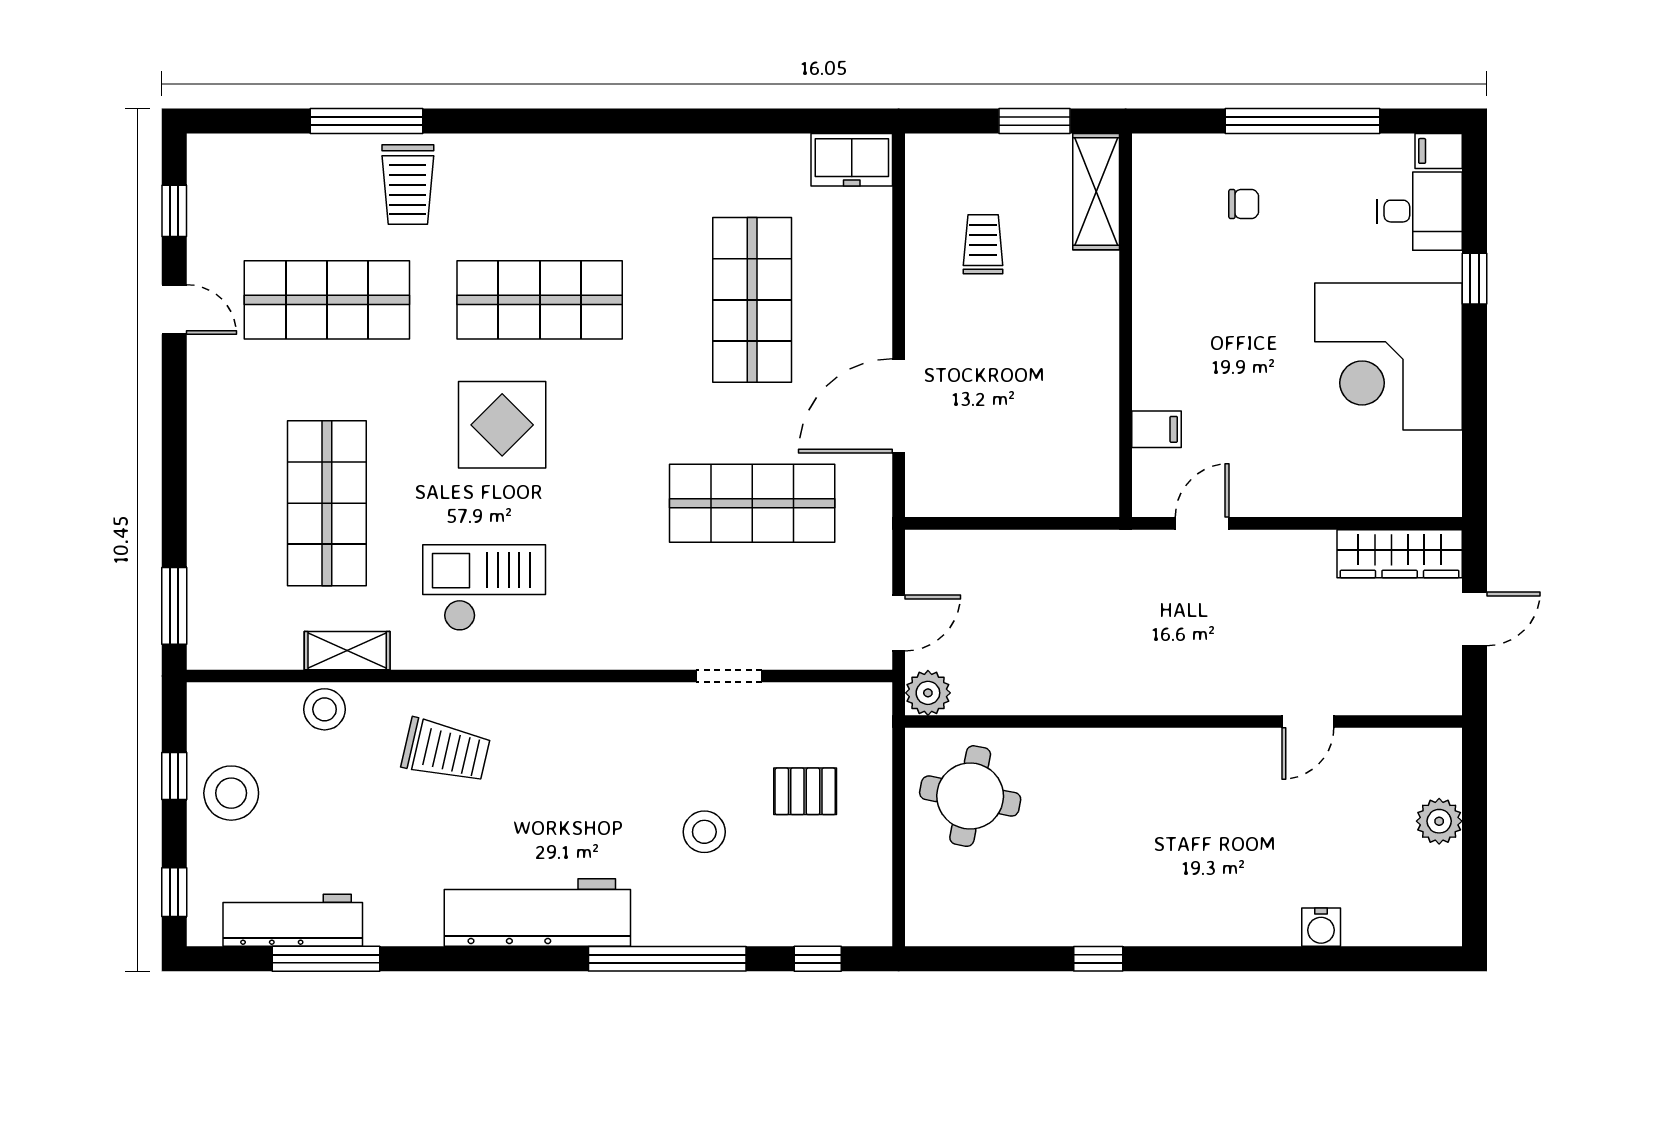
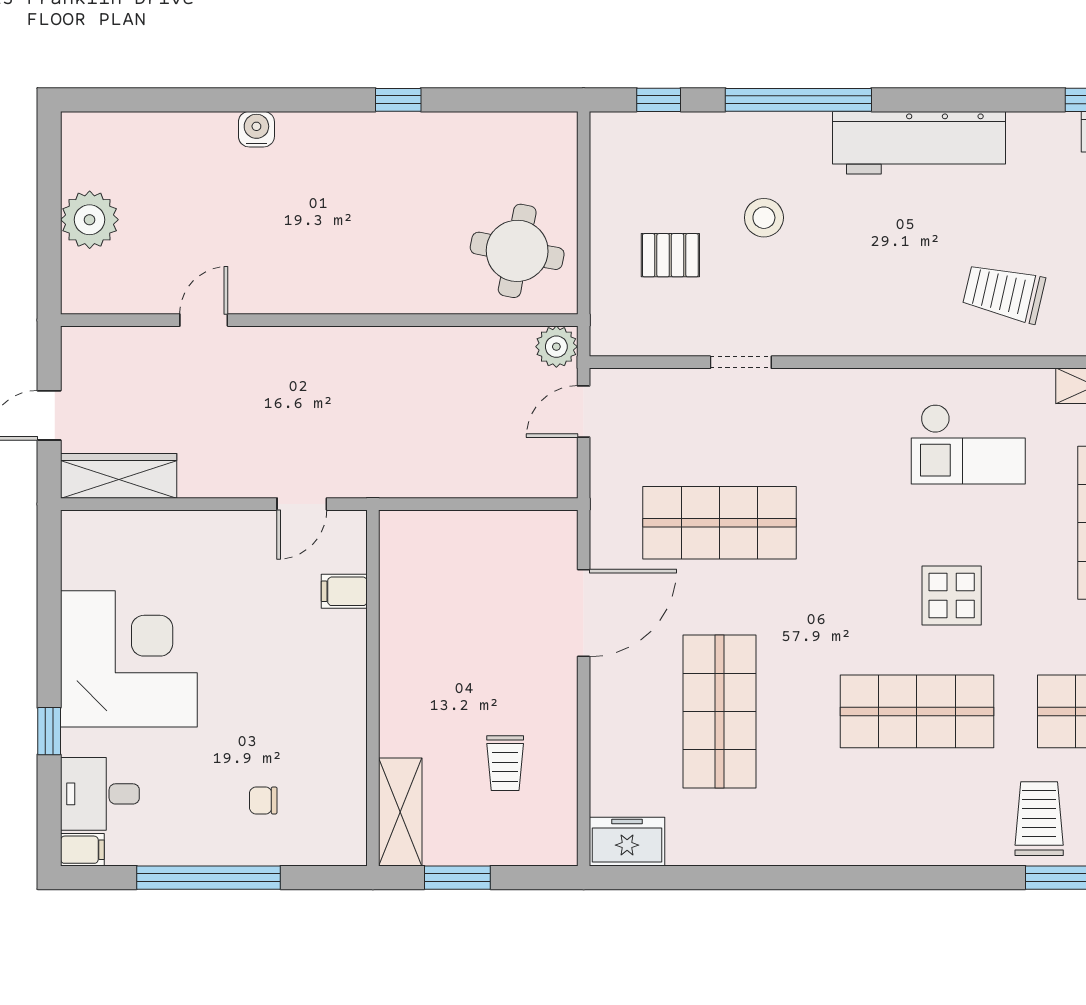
display table: (502, 425) -> (952, 595), width x0.73, depth x0.73
plant: (1439, 821) -> (90, 220), width x1.36, depth x1.36
water cooler: (1321, 927) -> (256, 129), moved

